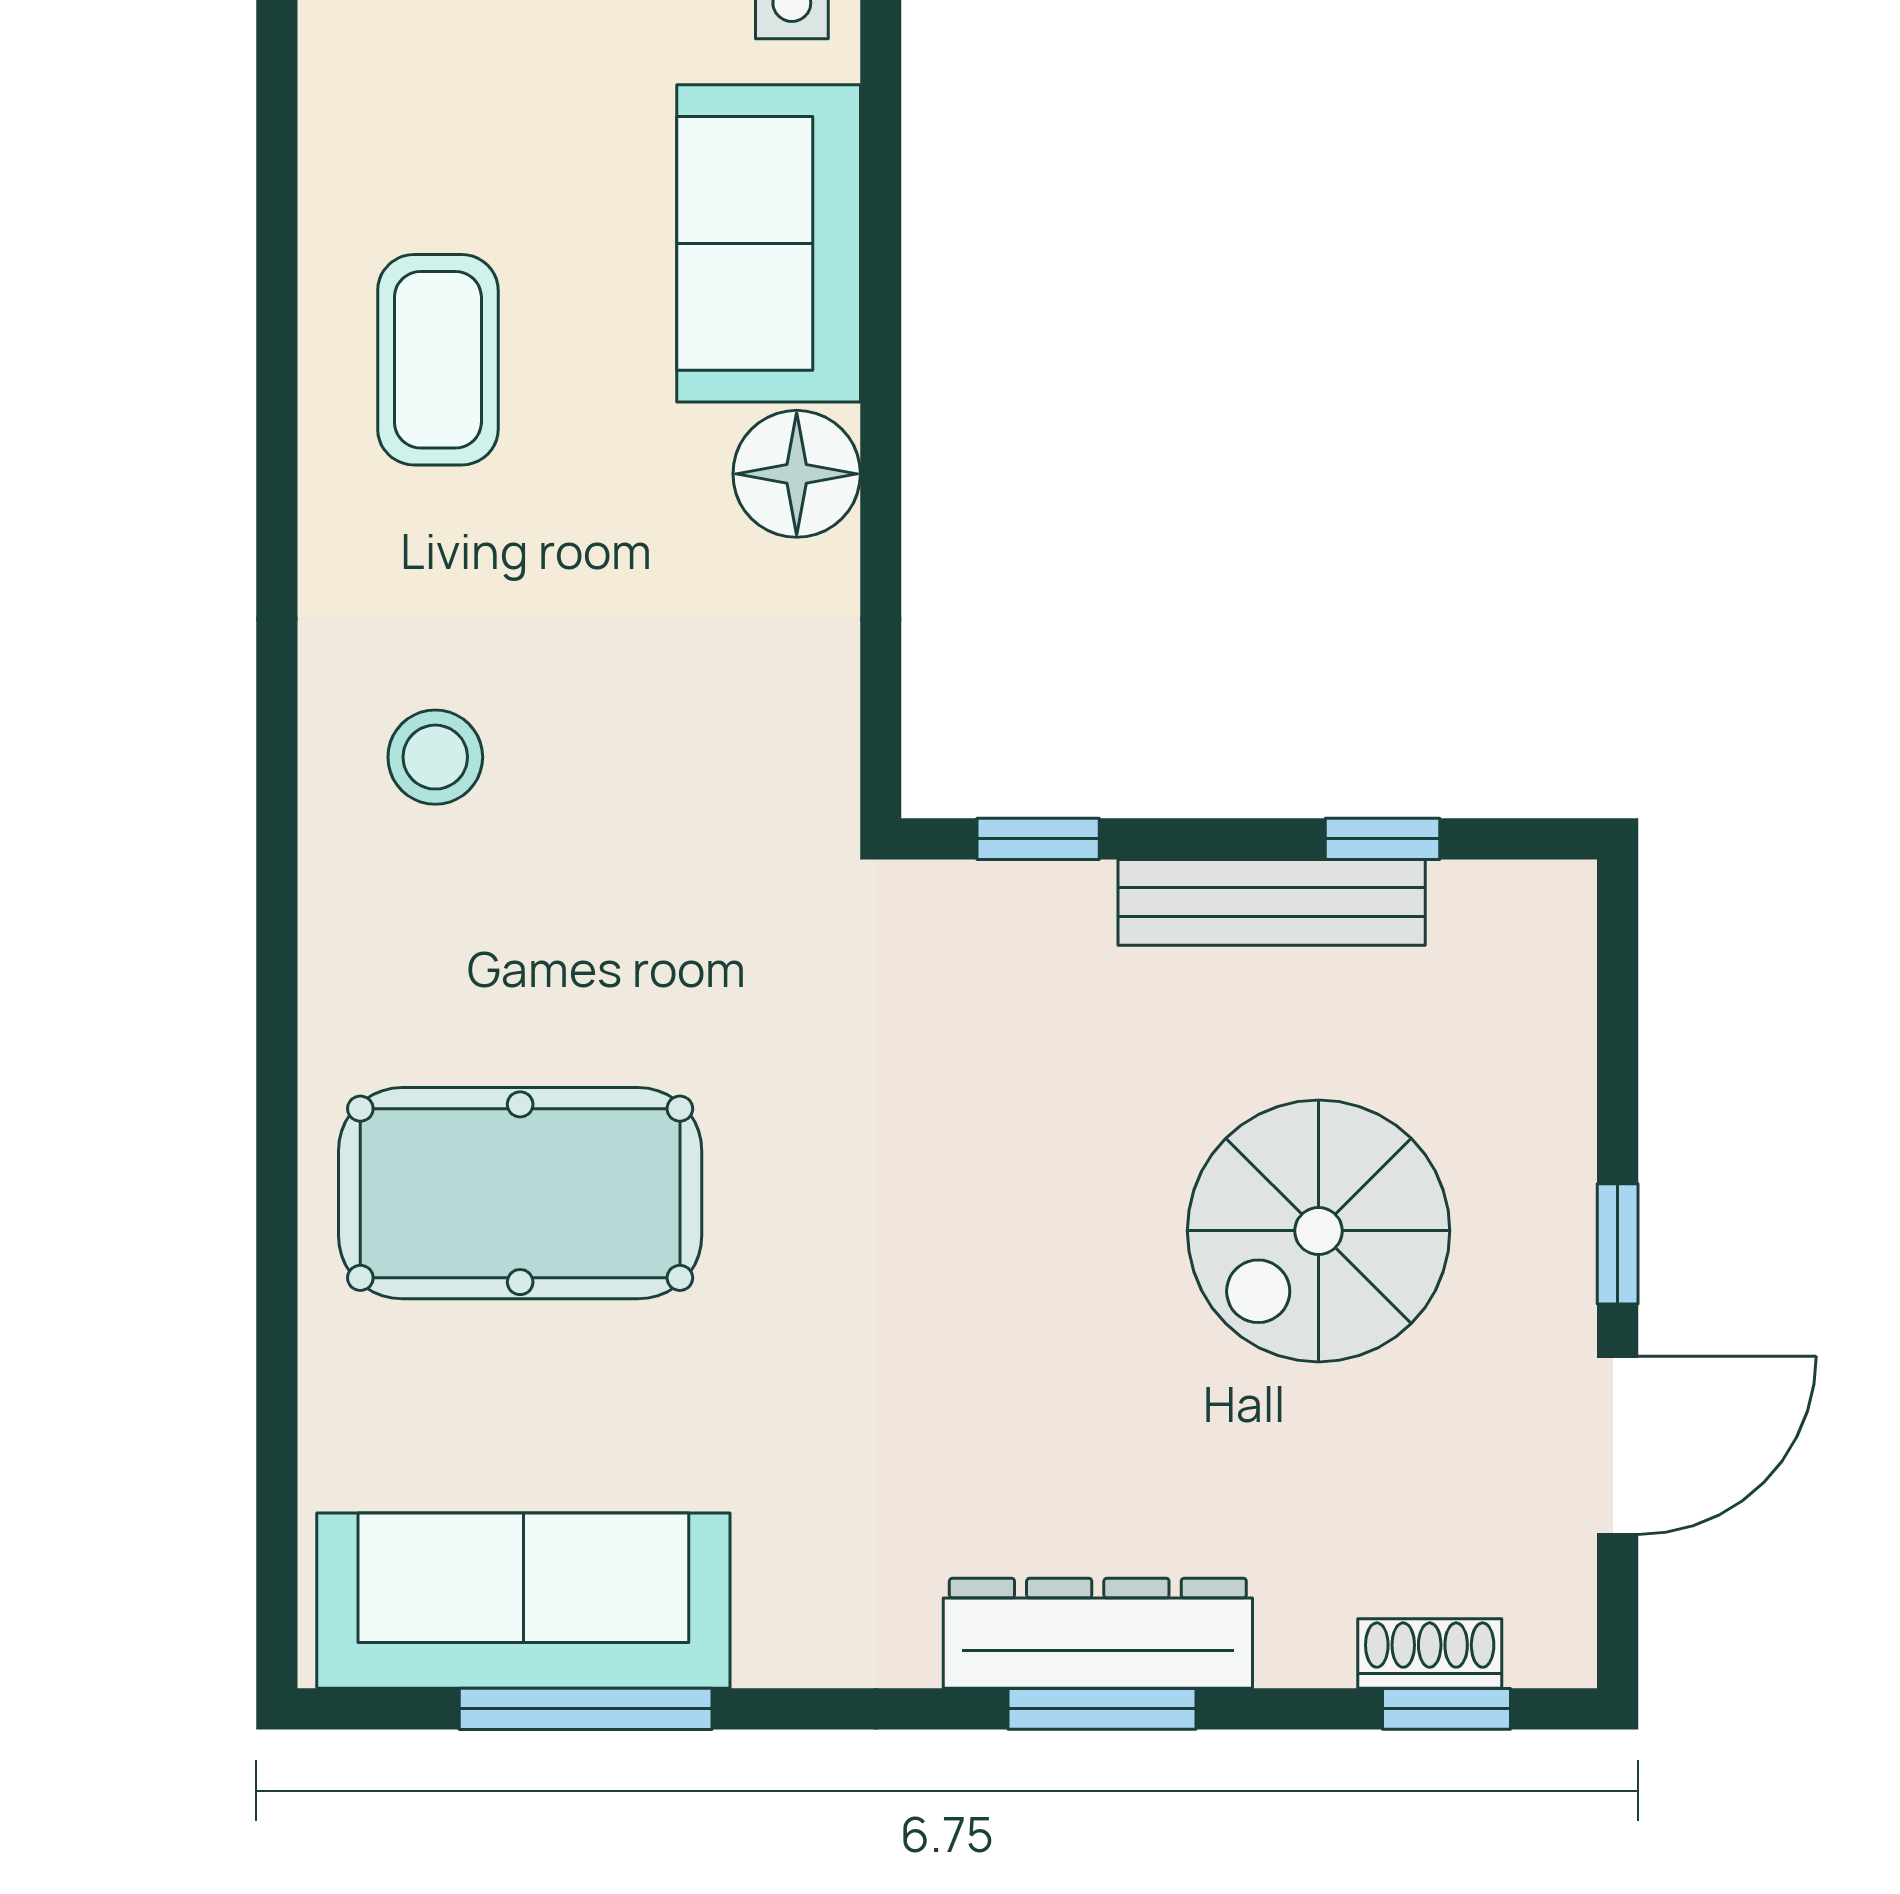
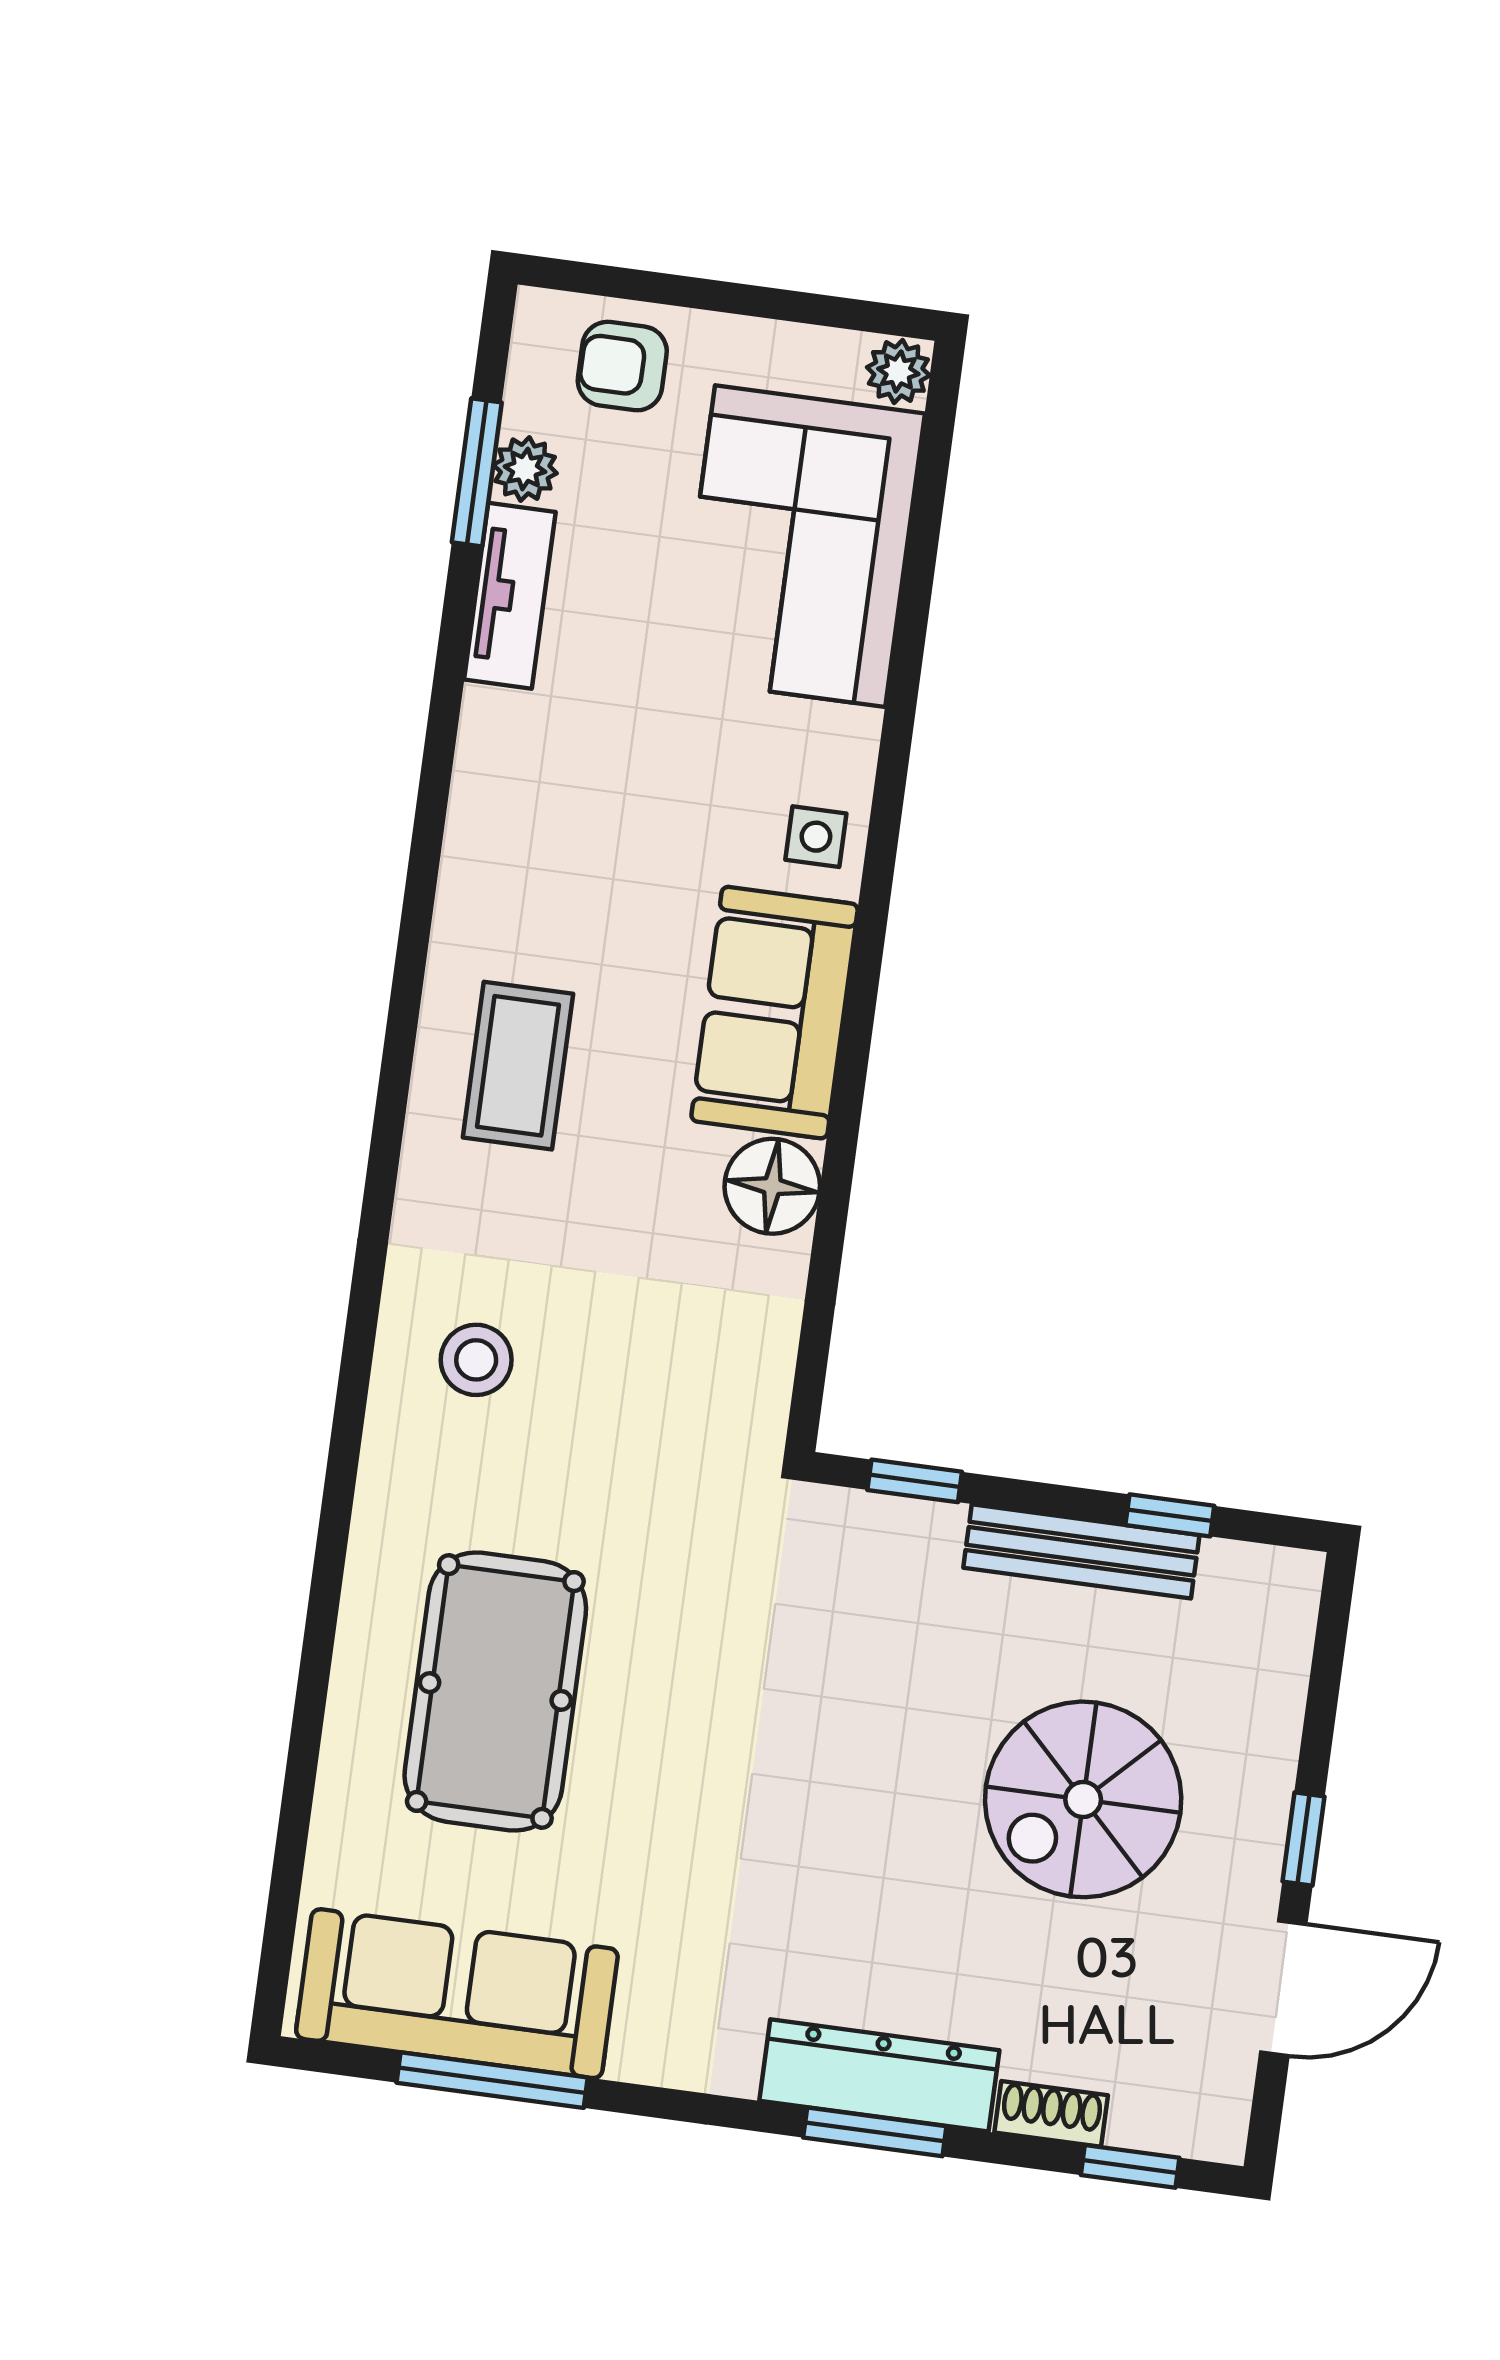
pool table: (520, 1193) -> (495, 1692), turned 90
shoe rack: (1430, 1653) -> (1051, 2114), moved

